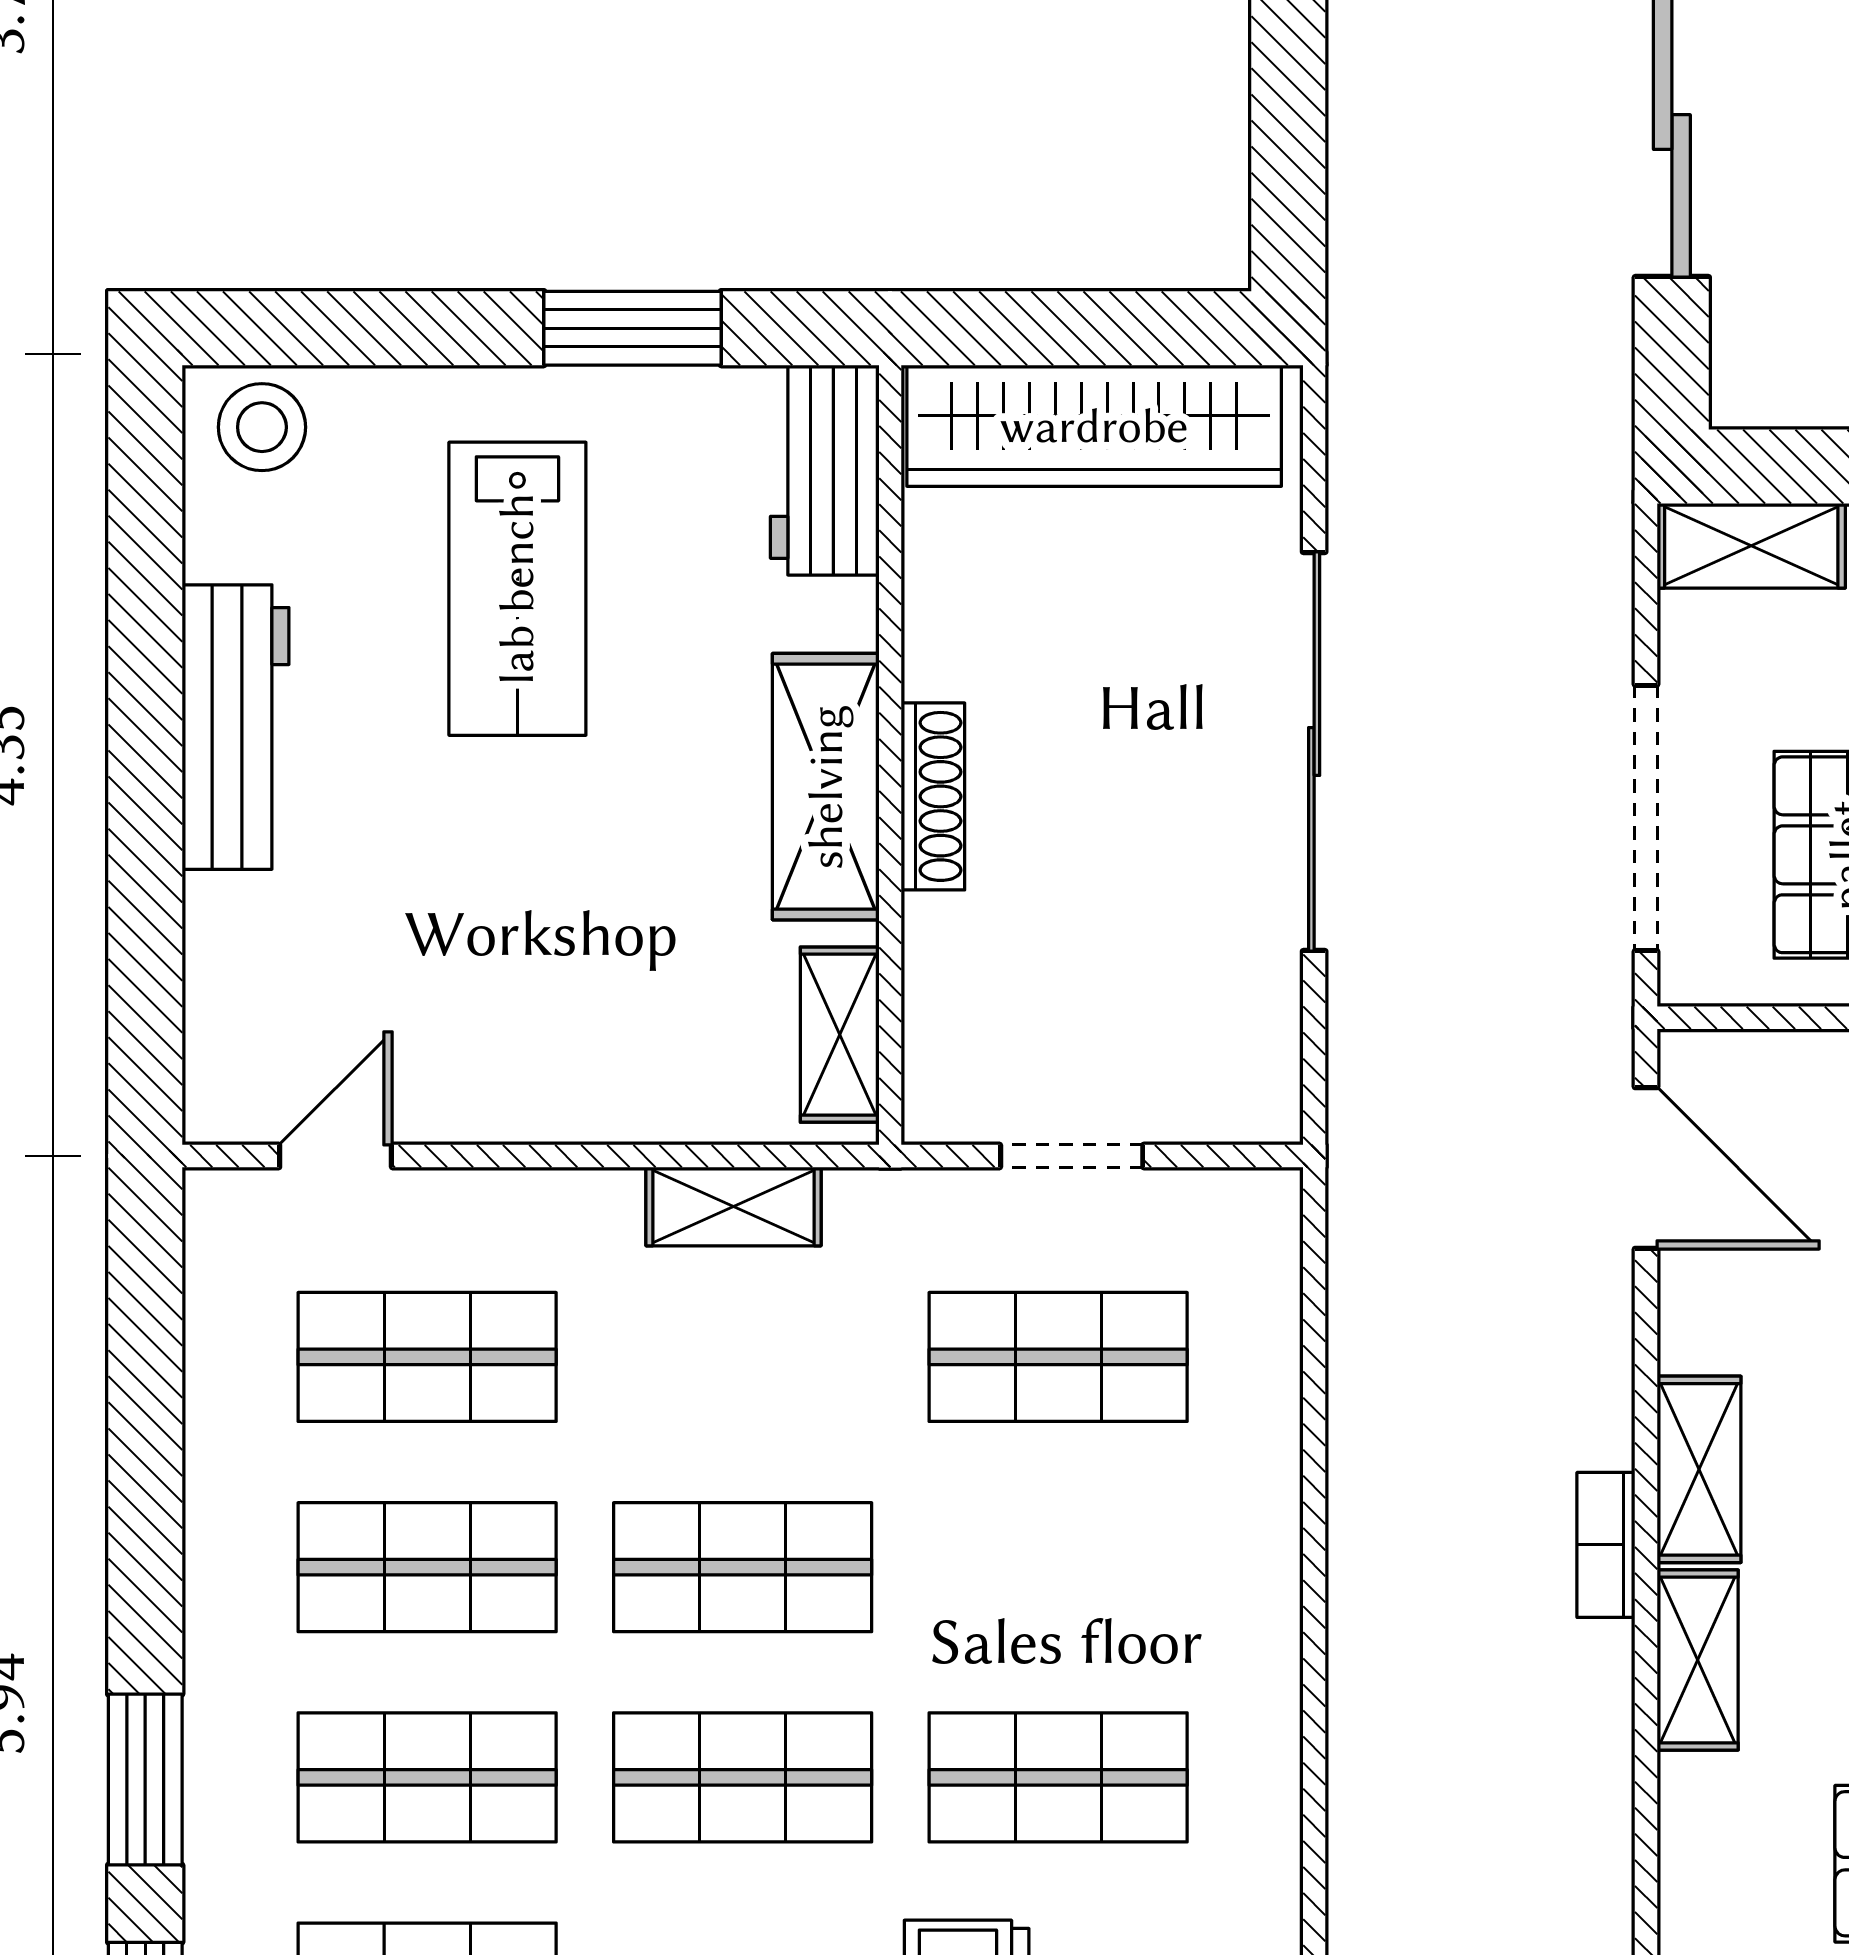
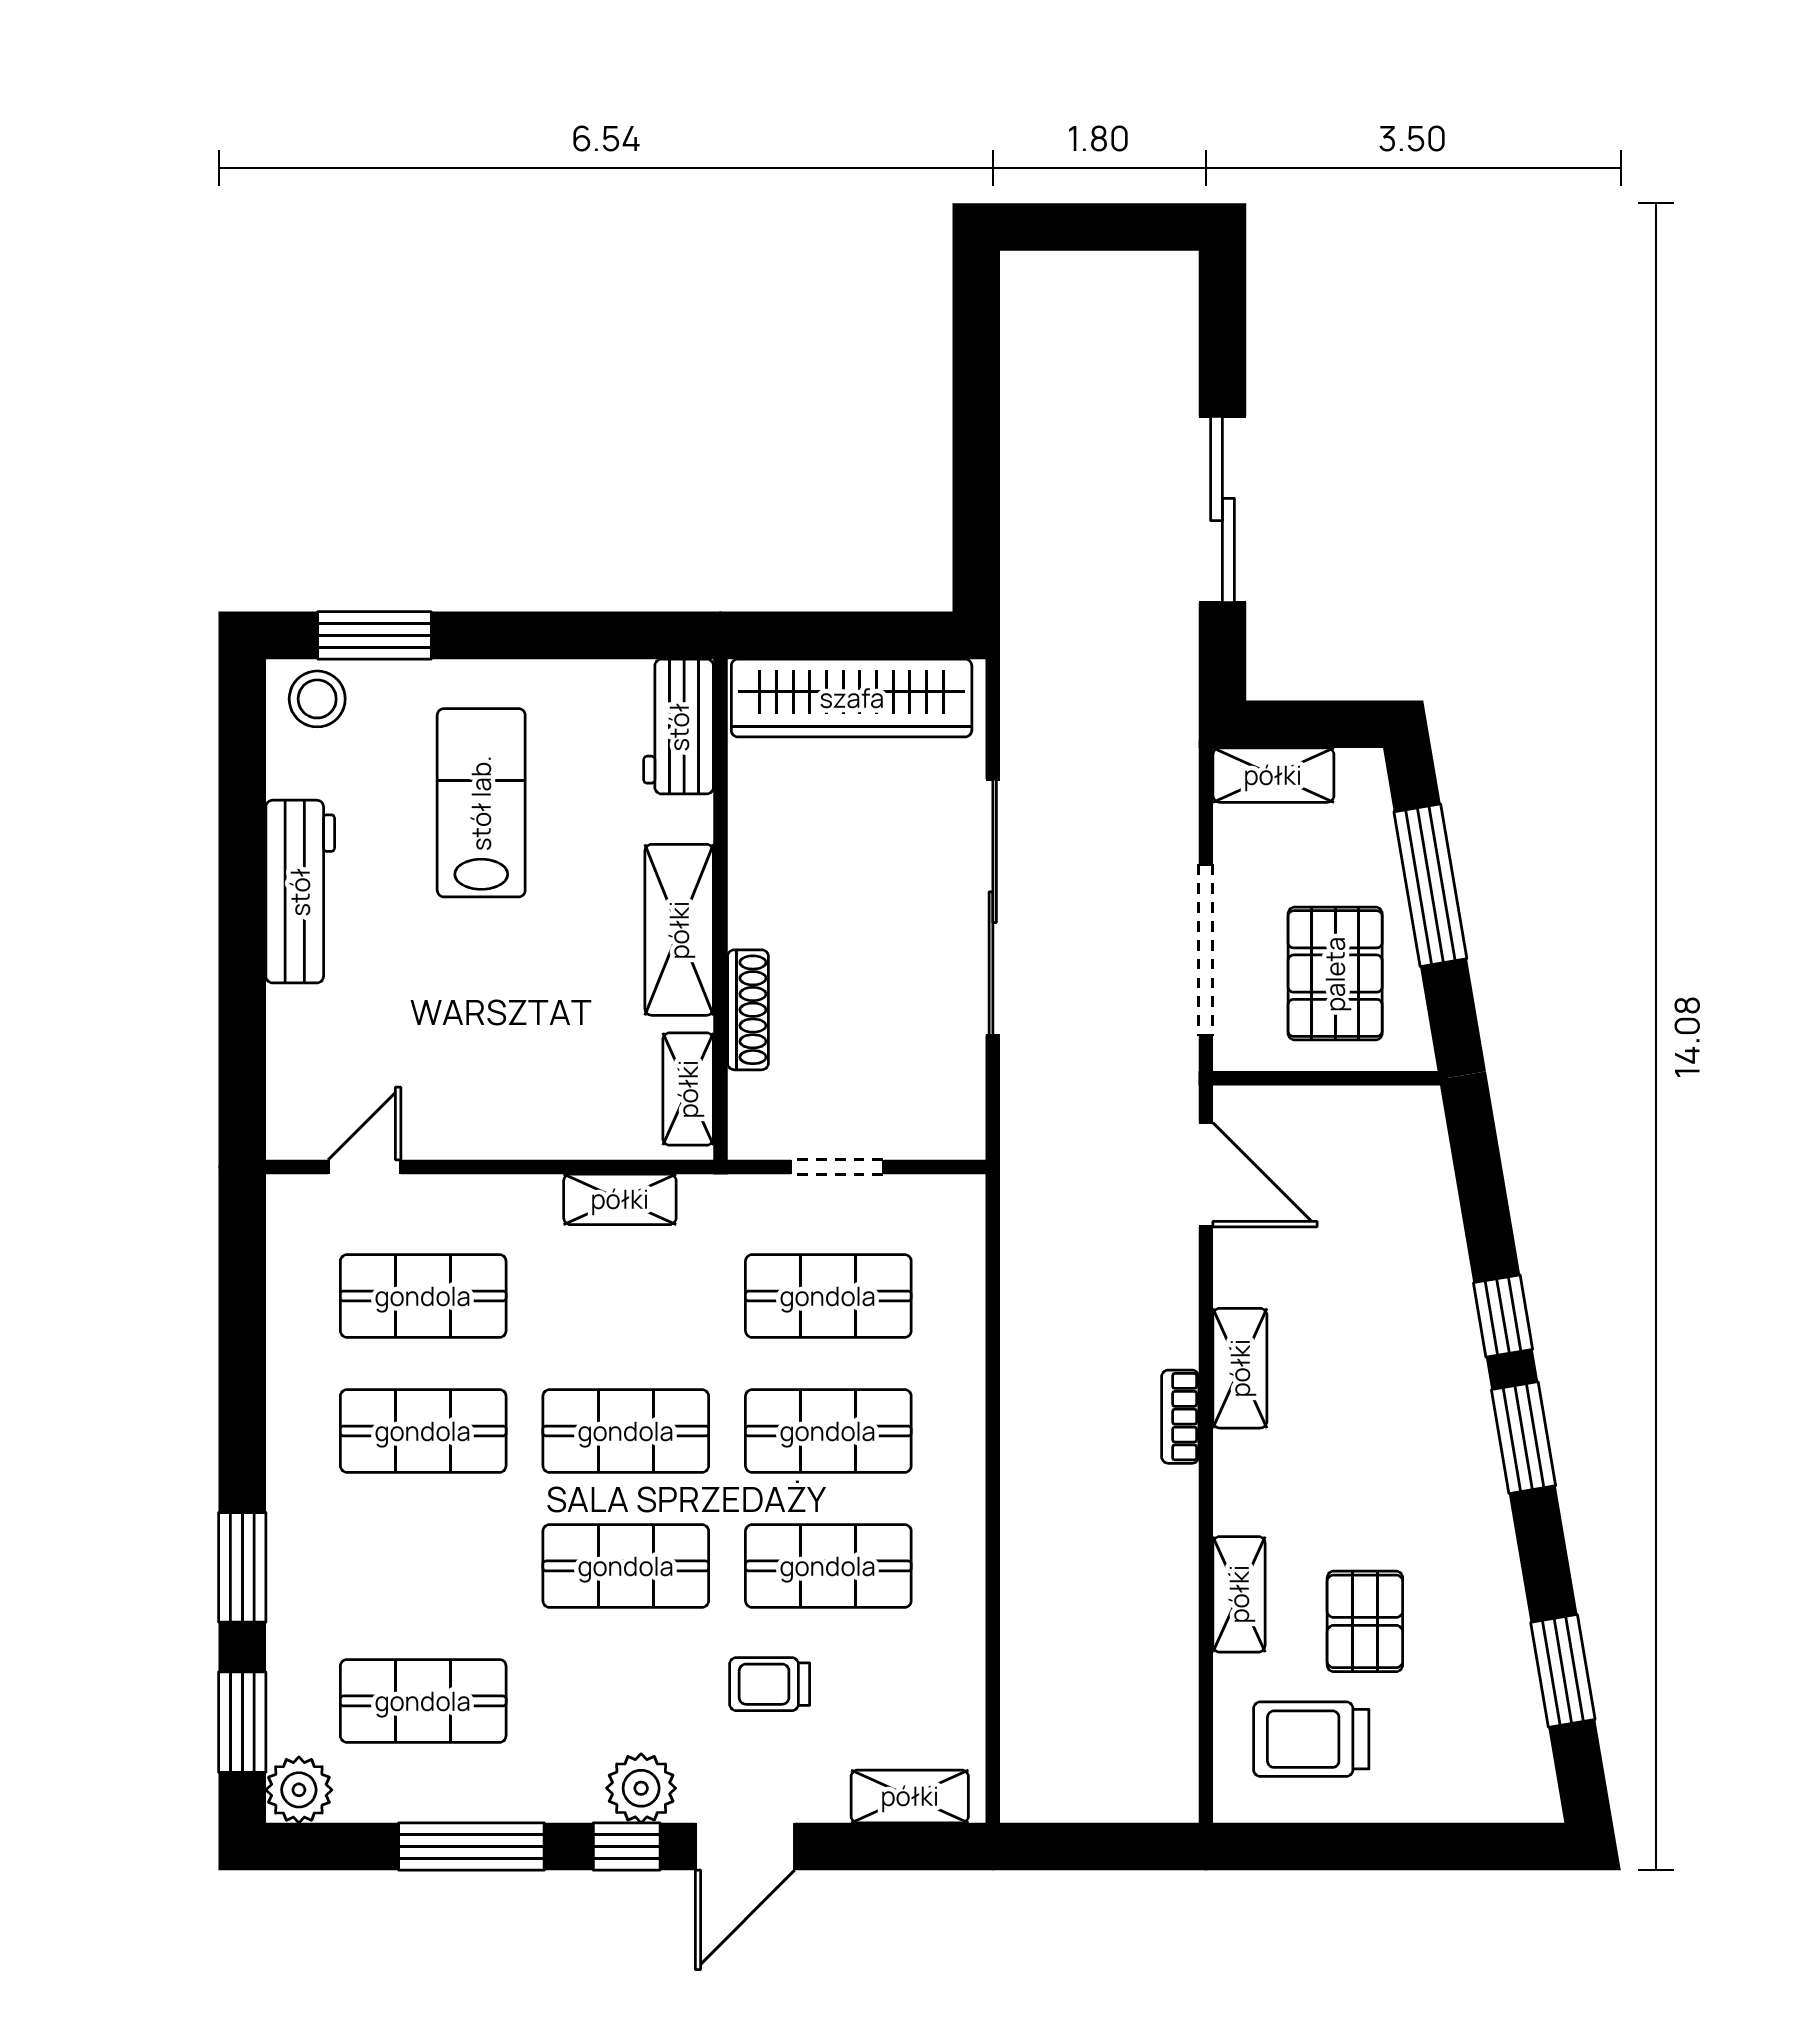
window: (632, 328) -> (374, 635), moved
lab bench: (517, 589) -> (481, 803), turned 180
shoe rack: (933, 796) -> (748, 1010), moved
shelving: (1698, 1660) -> (1239, 1594), moved
shop shelf: (427, 1777) -> (828, 1431), moved

